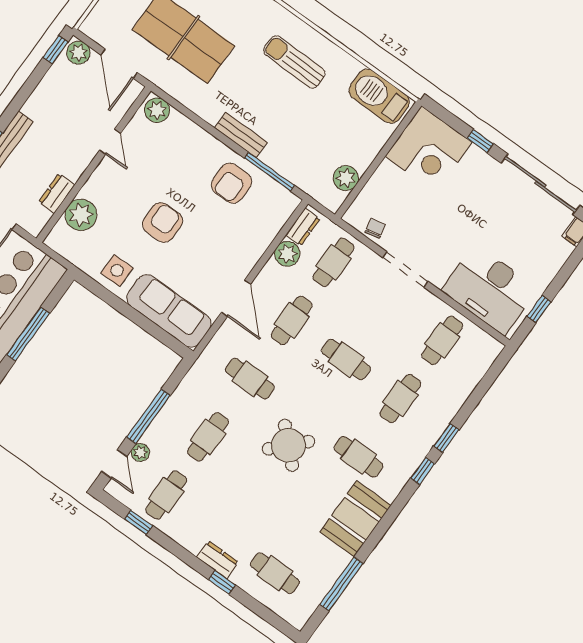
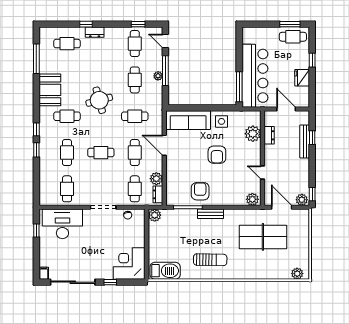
plant: (346, 178) -> (155, 215), moved
window: (28, 334) -> (239, 87), moved
round table: (288, 445) -> (99, 100), turned 31
plant: (140, 452) -> (158, 76), moved

